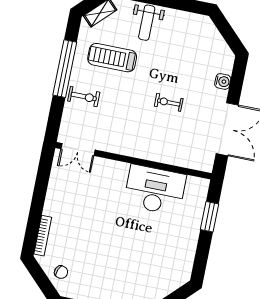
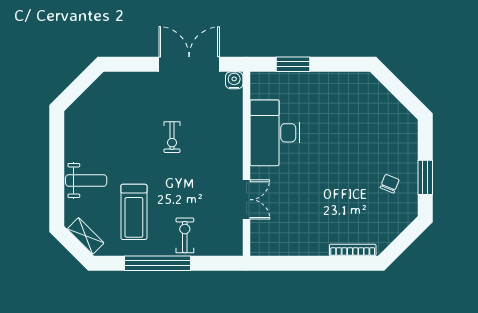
water cooler: (223, 81) -> (234, 80), moved
double door: (78, 149) -> (246, 200), moved
chair: (61, 272) -> (390, 184), moved

